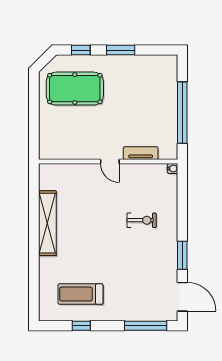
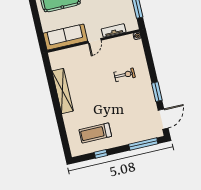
sofa: (69, 147) -> (65, 37), added
door: (110, 161) -> (95, 41), hinge flipped
door: (182, 297) -> (163, 119), hinge flipped

